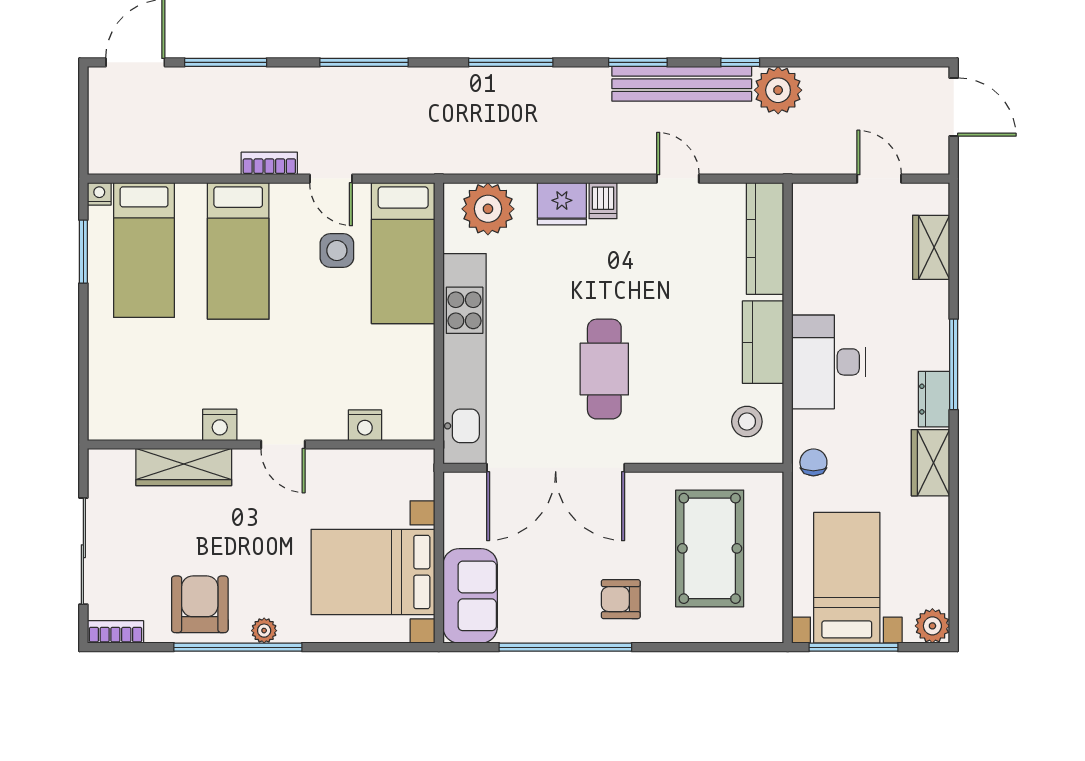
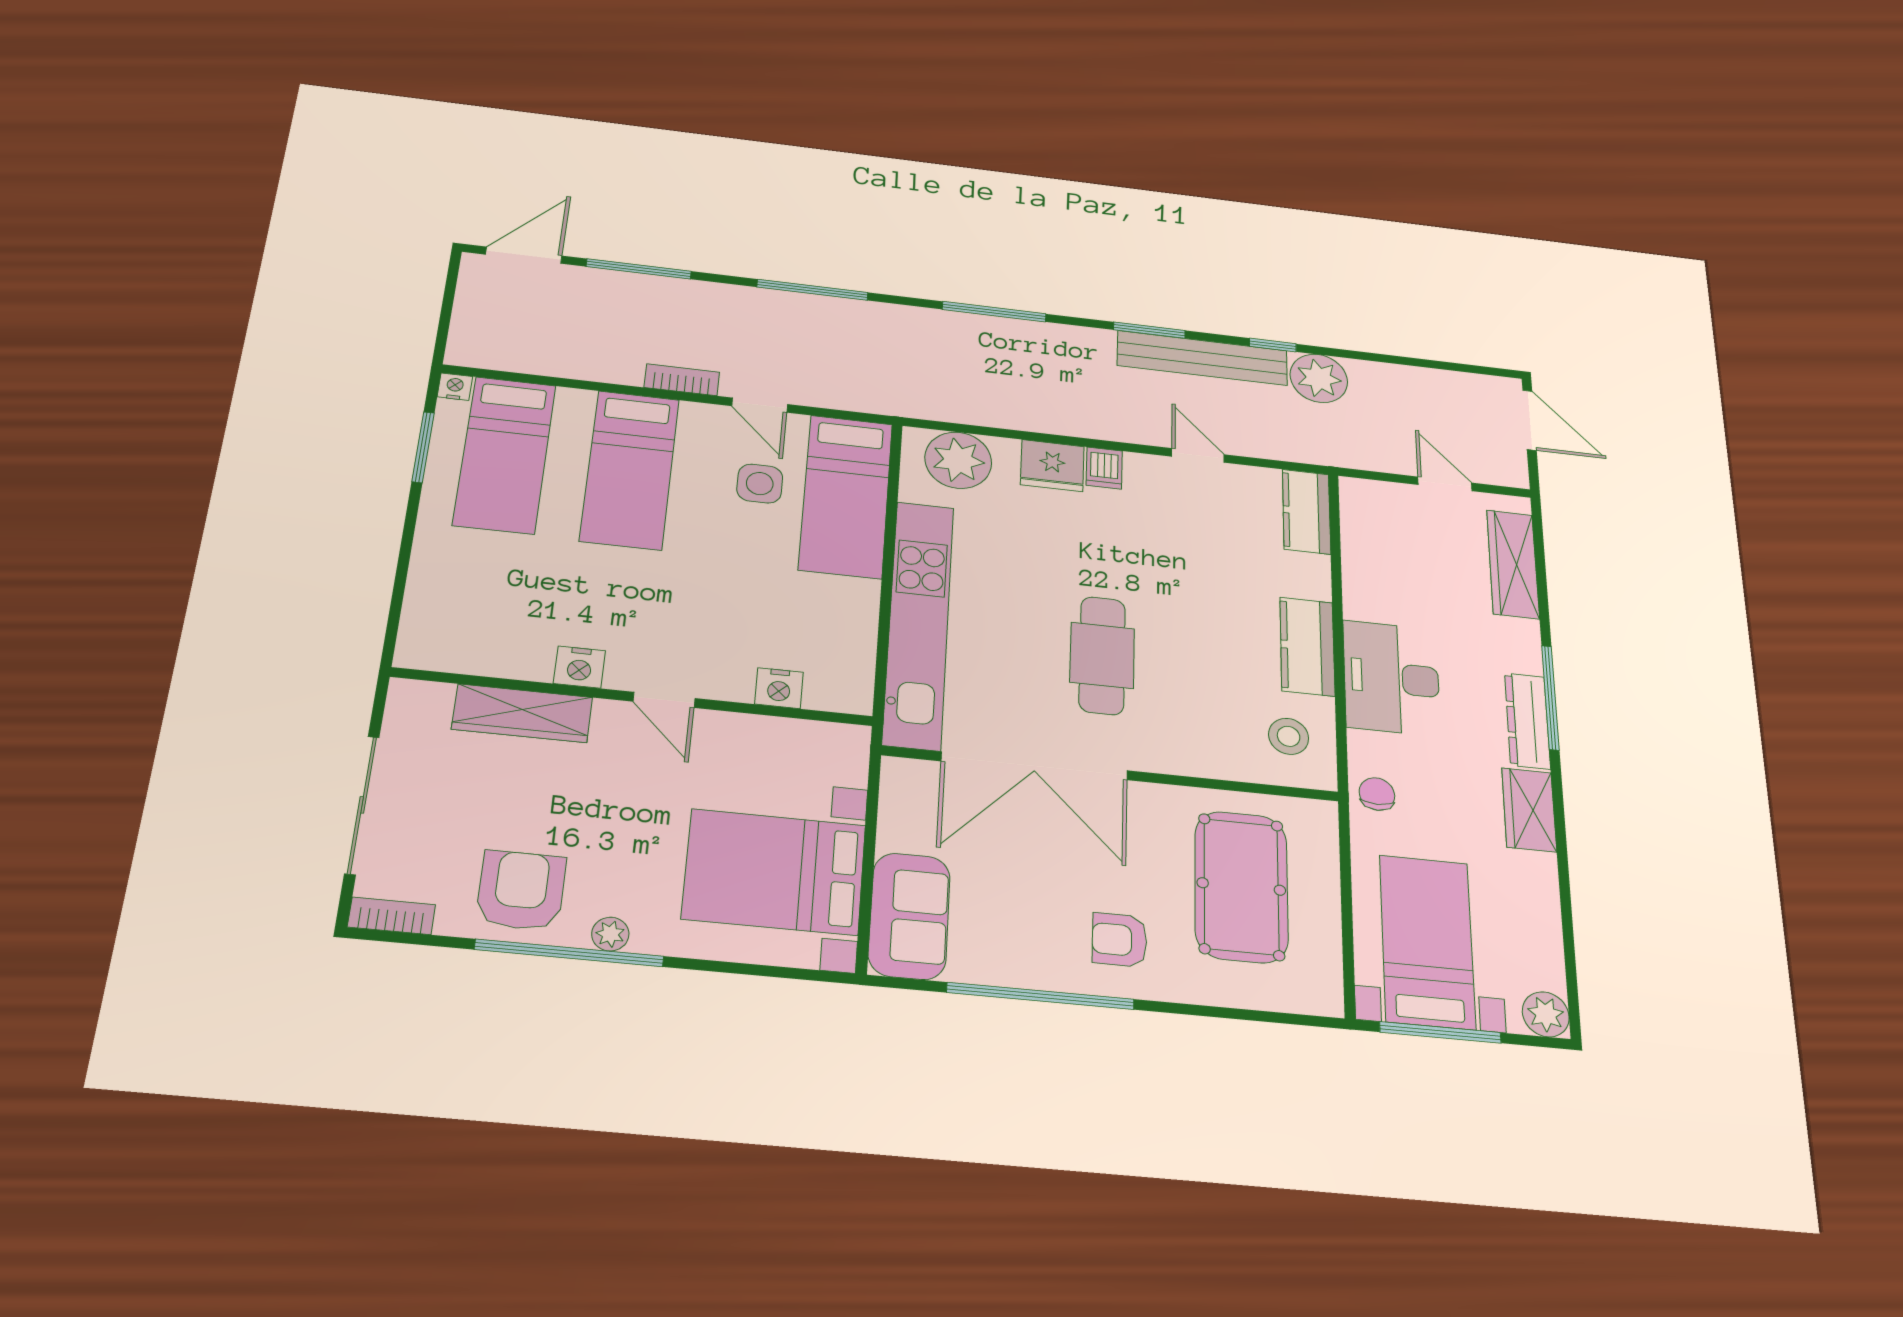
kitchen counter: (765, 239) -> (1306, 512), width x0.67
wardrobe: (931, 247) -> (1513, 564), width x1.50
dresser: (934, 399) -> (1527, 721), width x1.44

